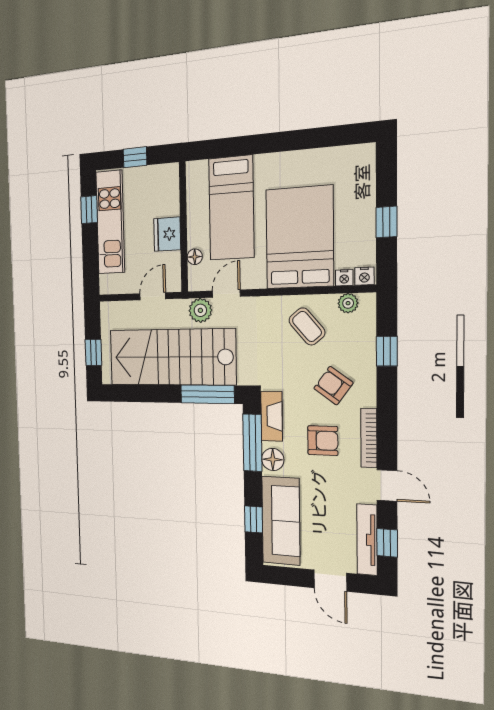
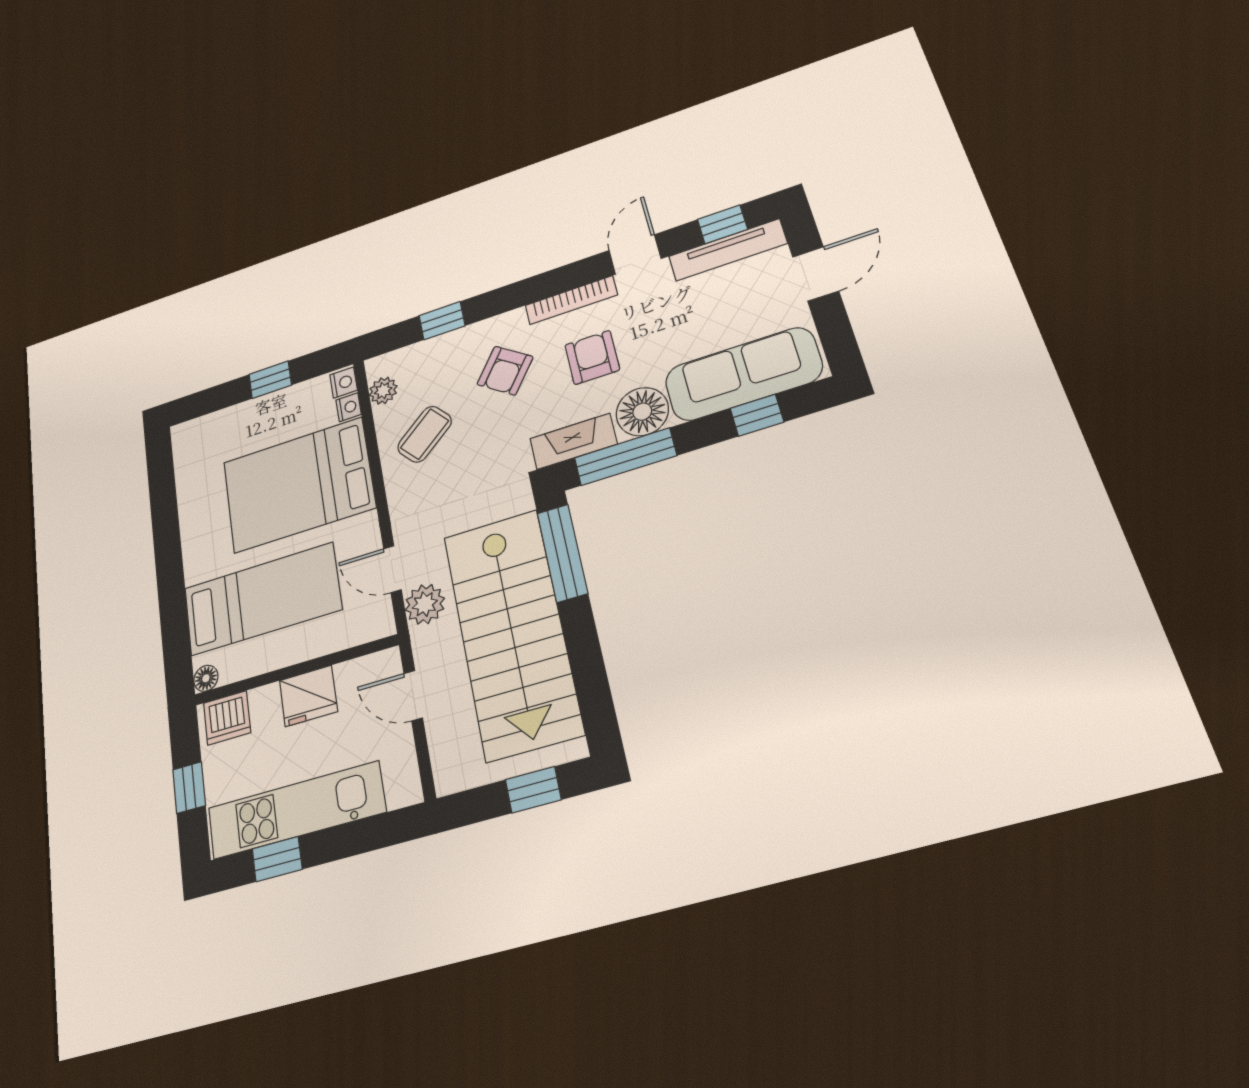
dishwasher: (167, 182) -> (227, 718), added
floor lamp: (195, 257) -> (206, 678), moved
floor lamp: (273, 459) -> (642, 412), width x1.38, depth x1.38

